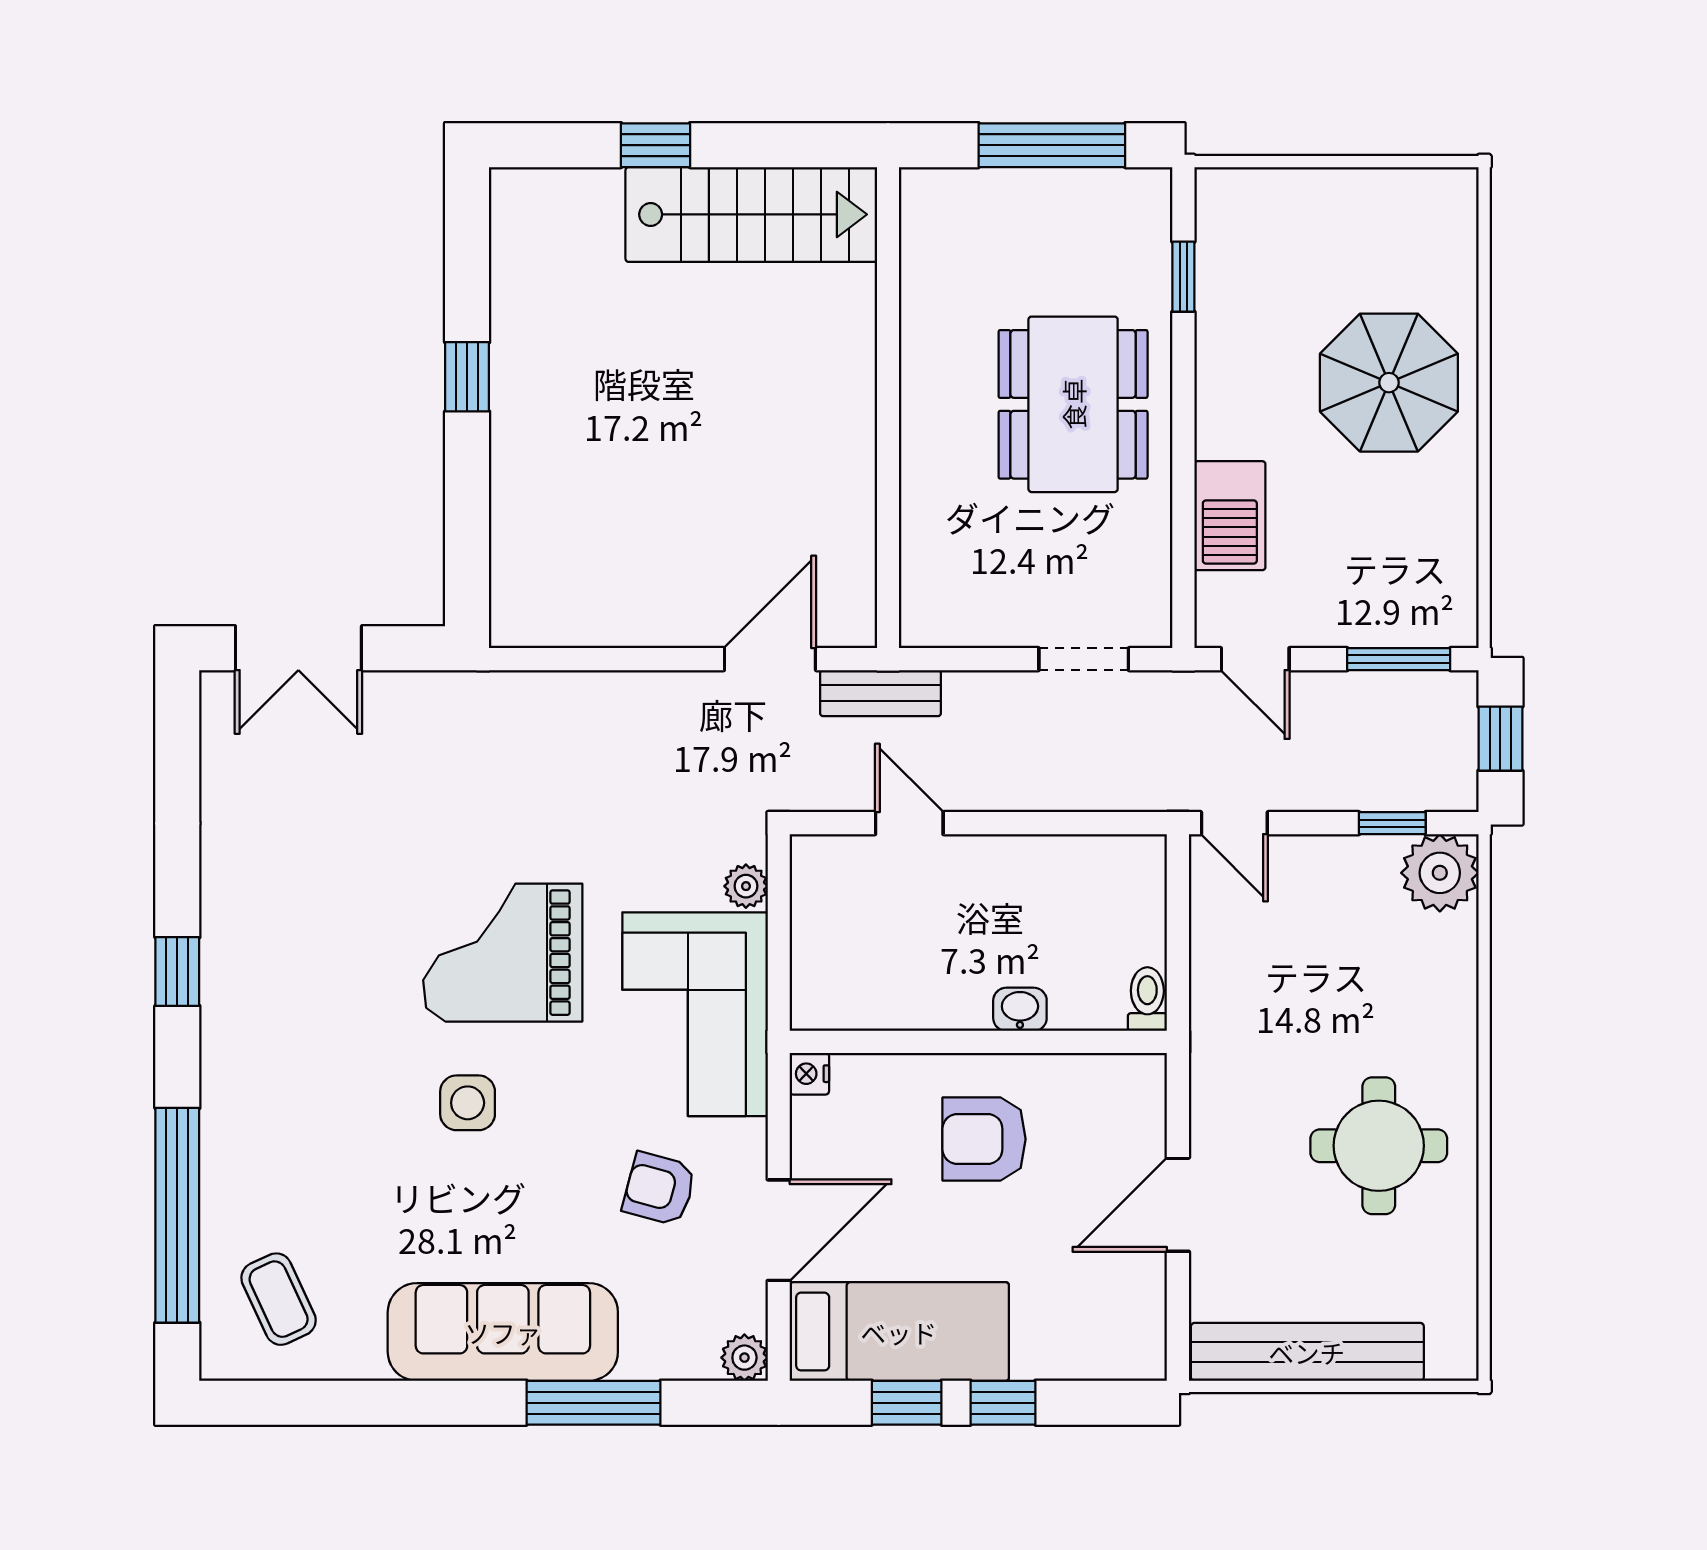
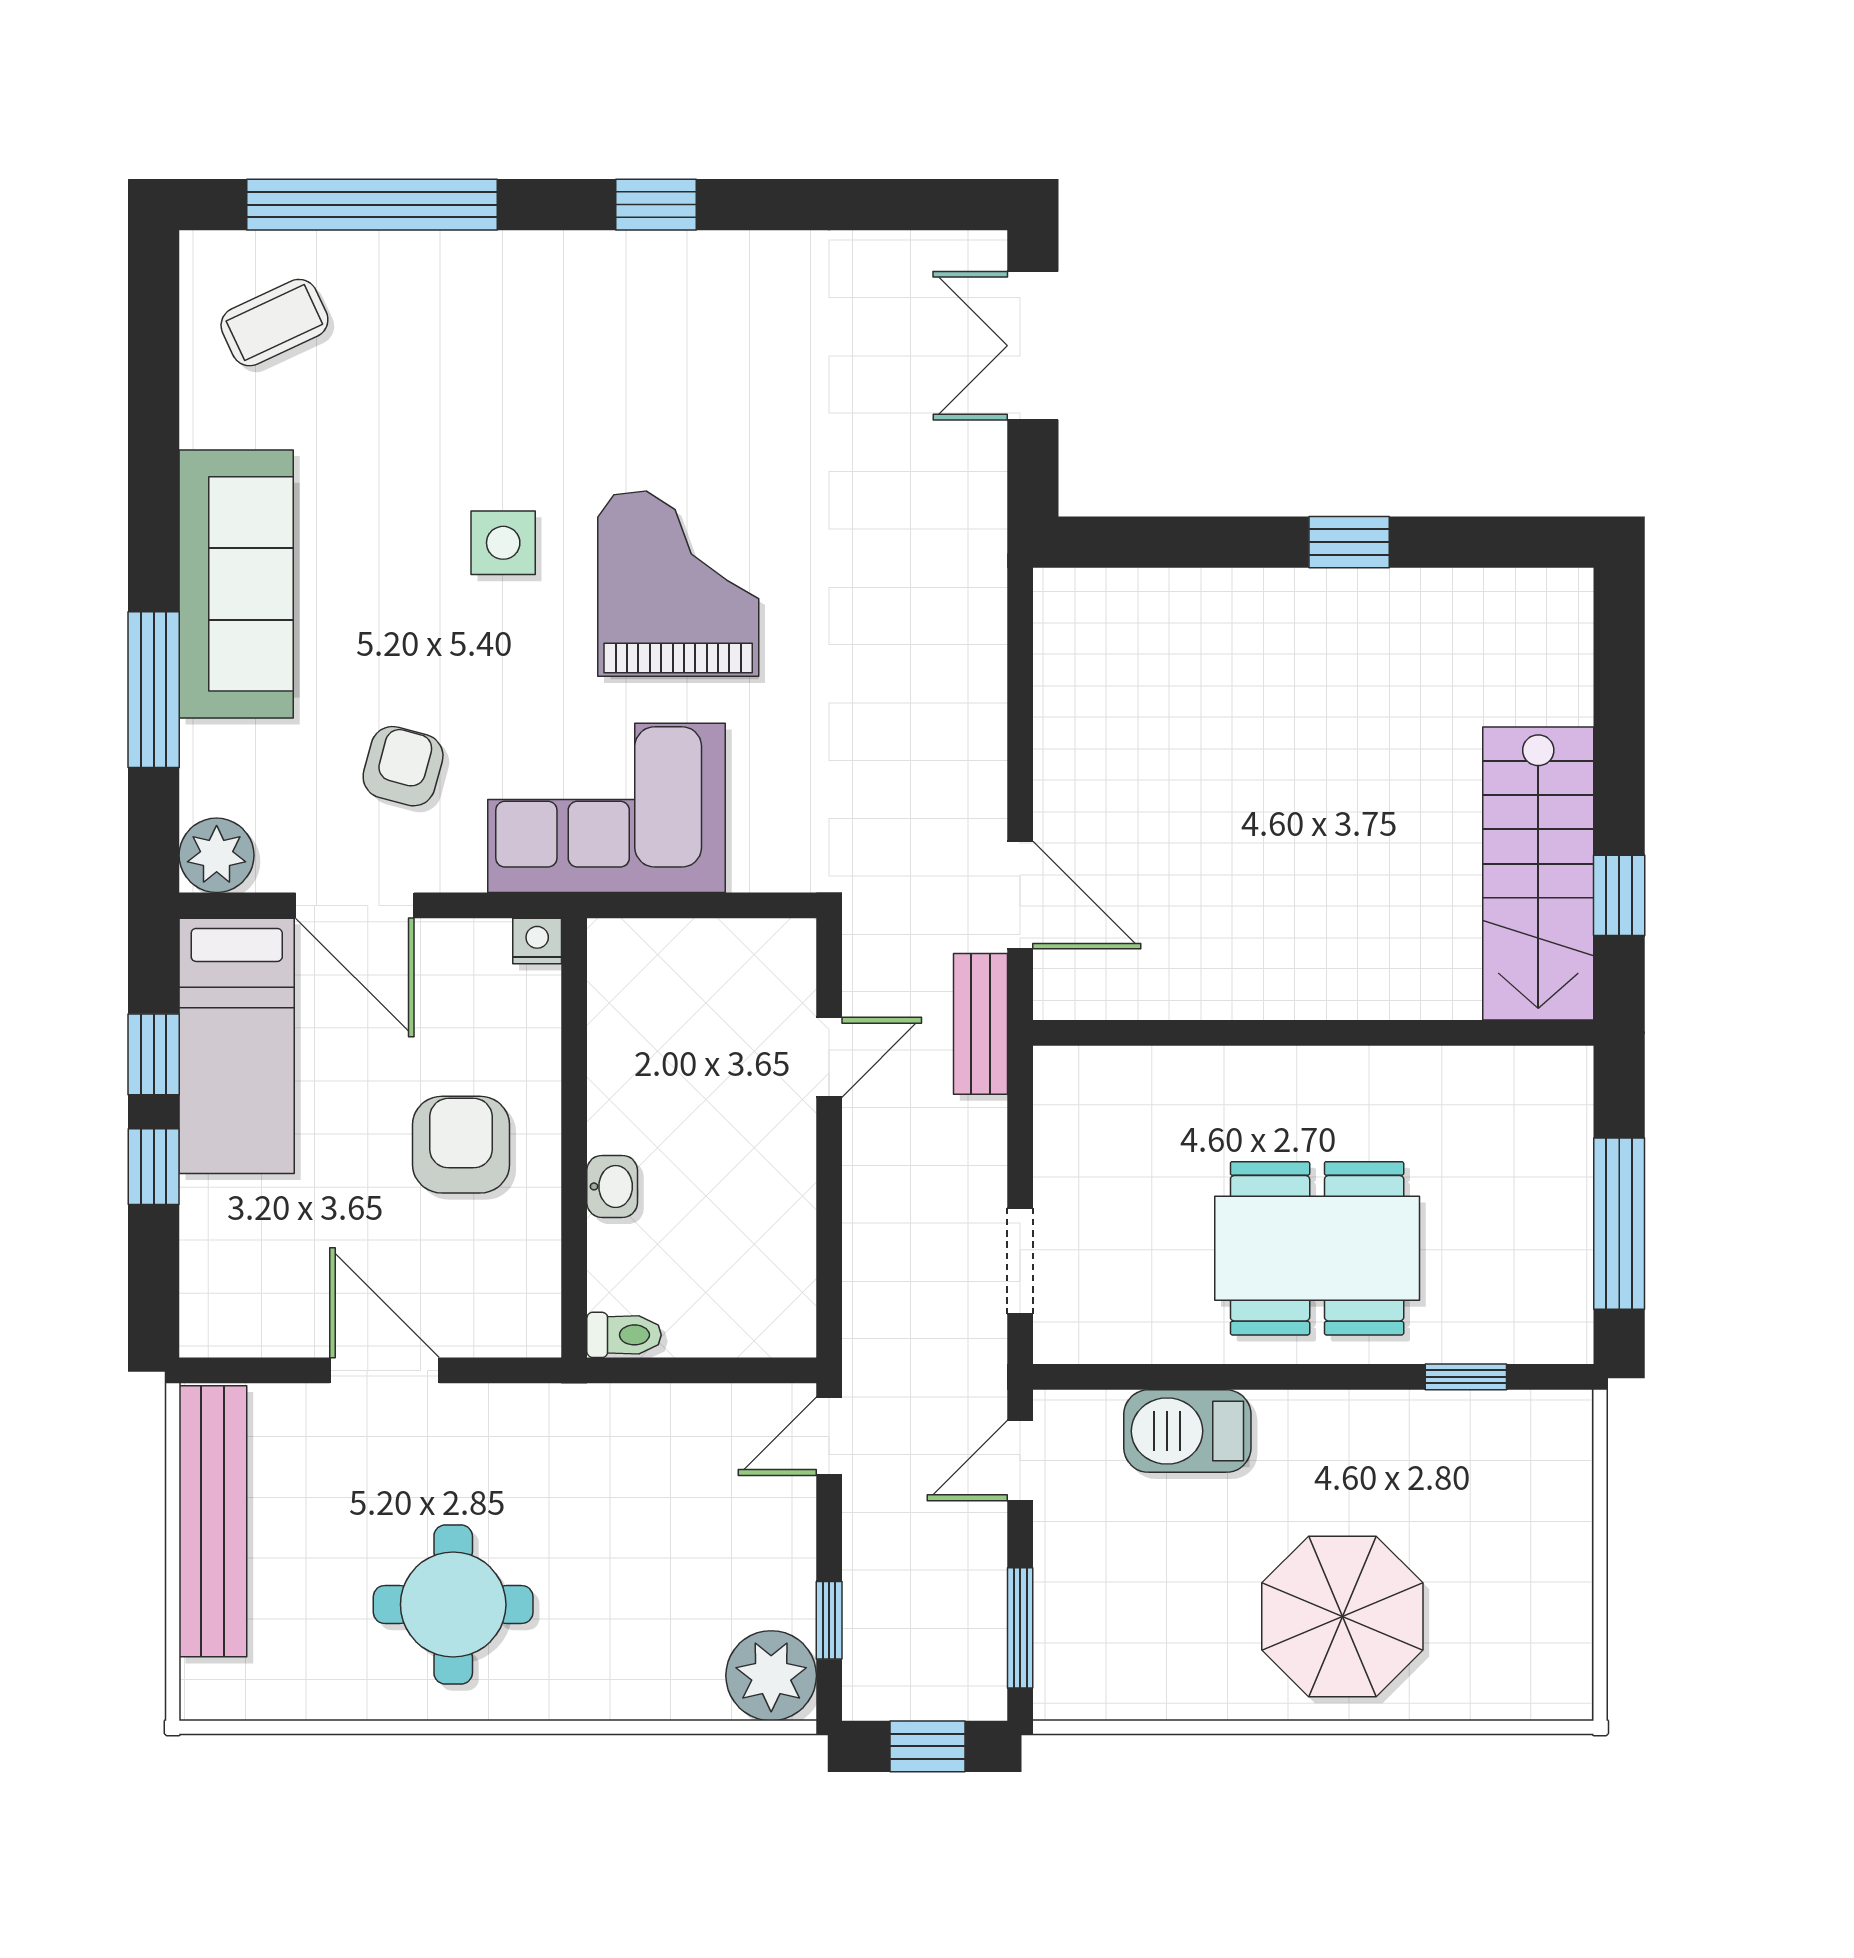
window: (656, 145) -> (1619, 895), moved
plant: (746, 886) -> (756, 867), removed
plant: (744, 1358) -> (217, 855), width x1.38, depth x1.38

